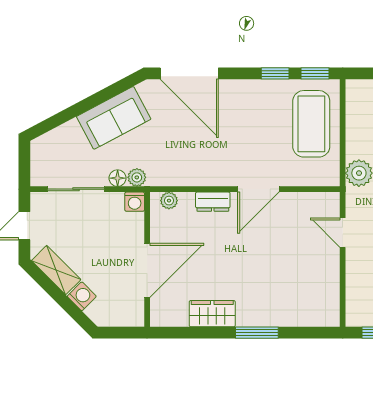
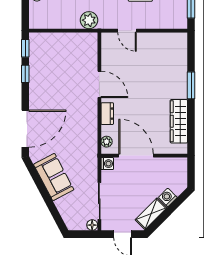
coffee table: (311, 124) -> (57, 51), removed
plant: (137, 177) -> (92, 162), removed
floor lamp: (118, 178) -> (92, 225), moved
door: (343, 233) -> (127, 31), hinge flipped
door: (147, 270) -> (136, 156), moved
wardrobe: (212, 314) -> (179, 121), width x1.50

